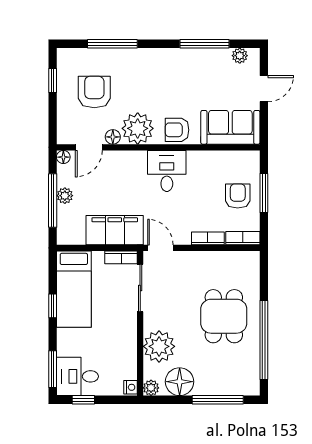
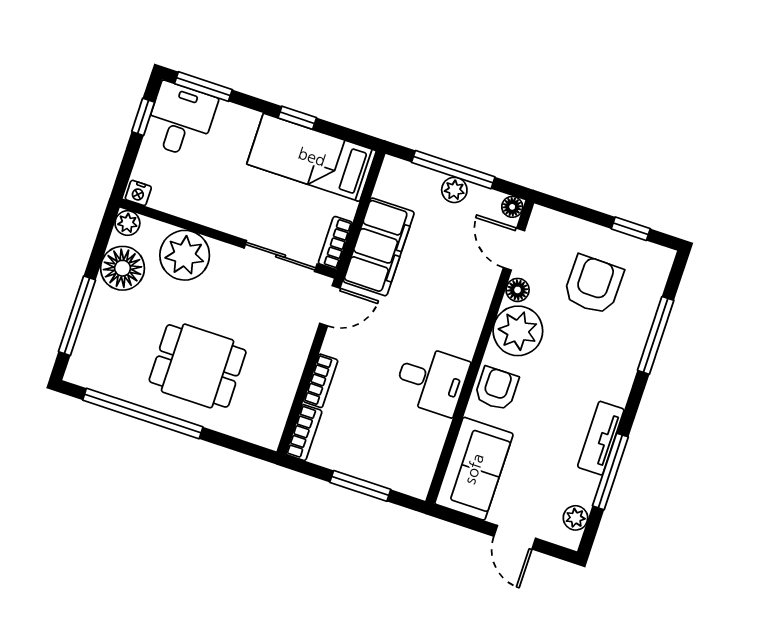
tv unit: (186, 56) -> (601, 438), added
armchair: (94, 92) -> (593, 285), turned -89
desk: (167, 171) -> (432, 380), moved
armchair: (238, 196) -> (369, 446), removed

